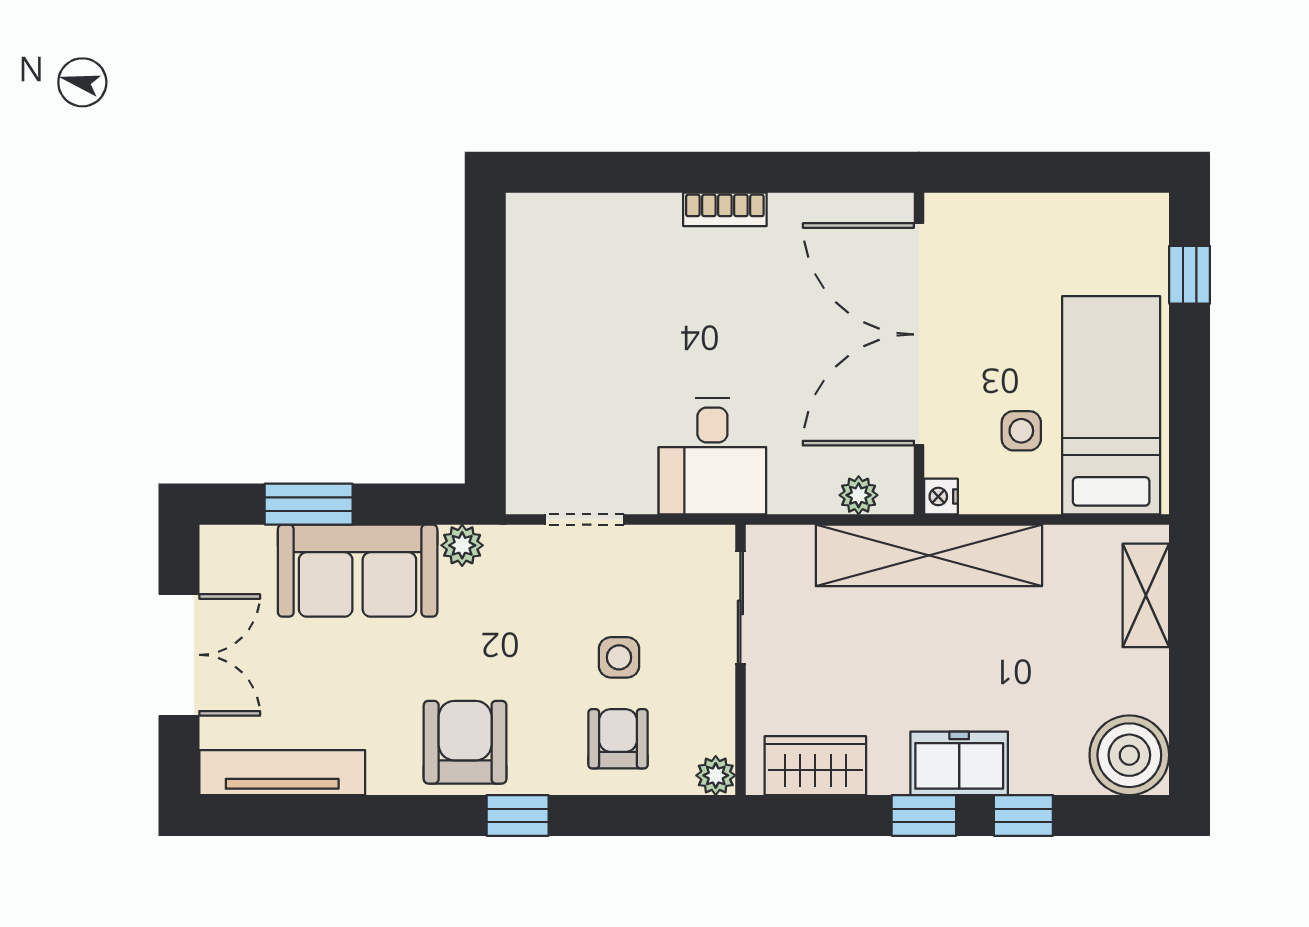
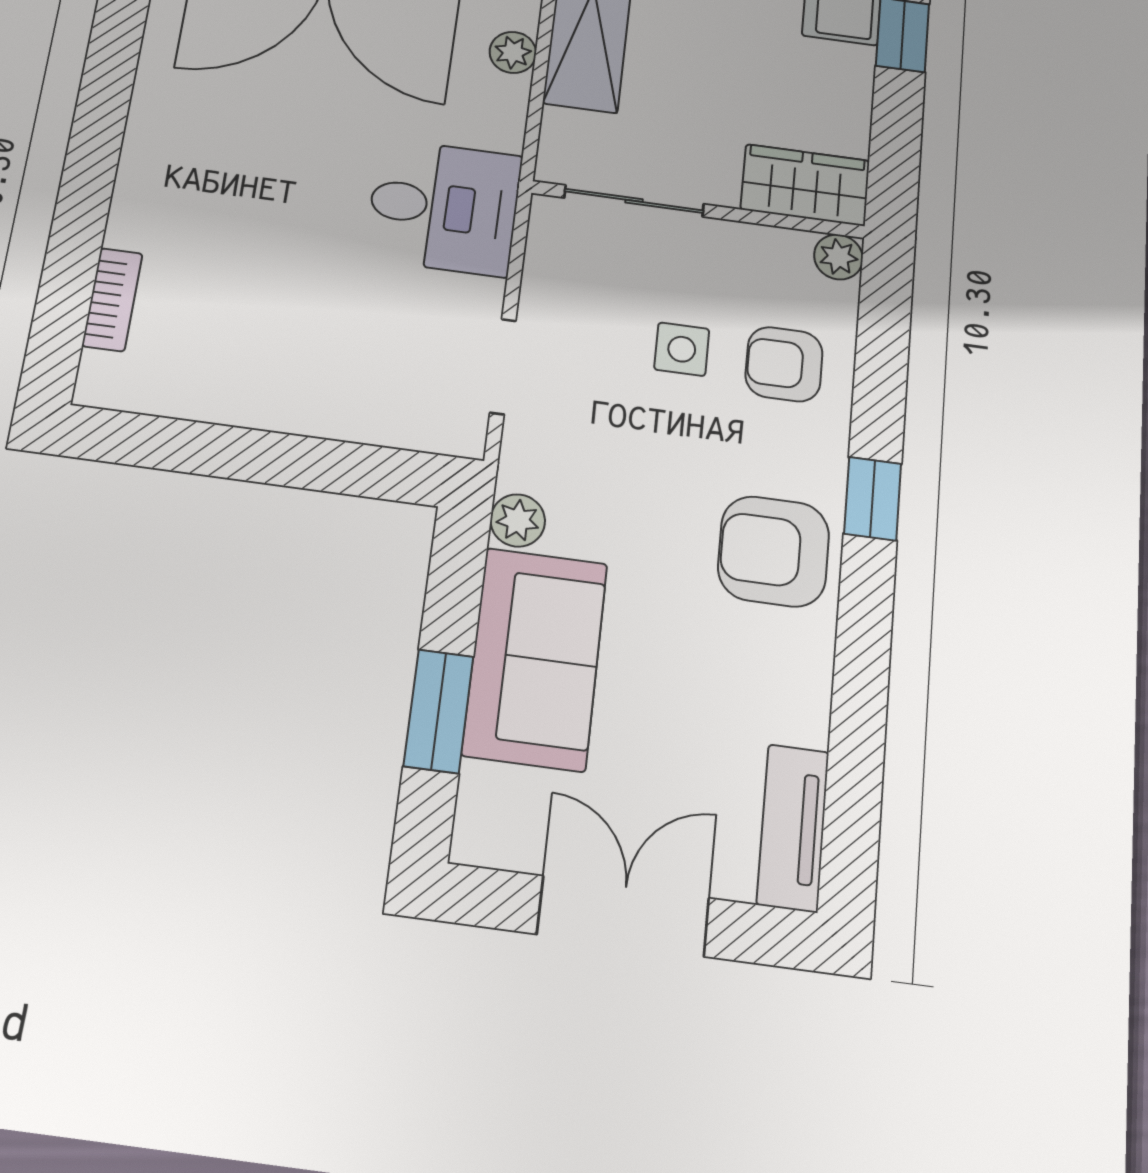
bookcase: (725, 209) -> (112, 300), moved
wardrobe: (815, 766) -> (805, 185), moved, turned 90
tv unit: (282, 773) -> (793, 828), width x0.71

